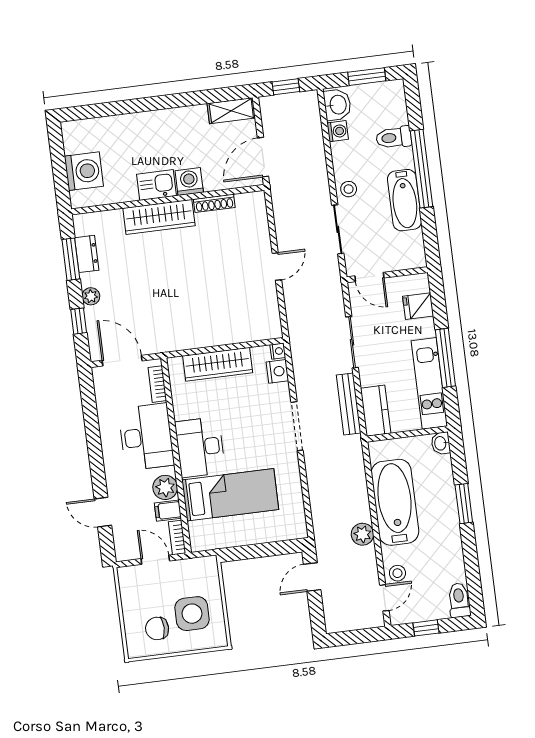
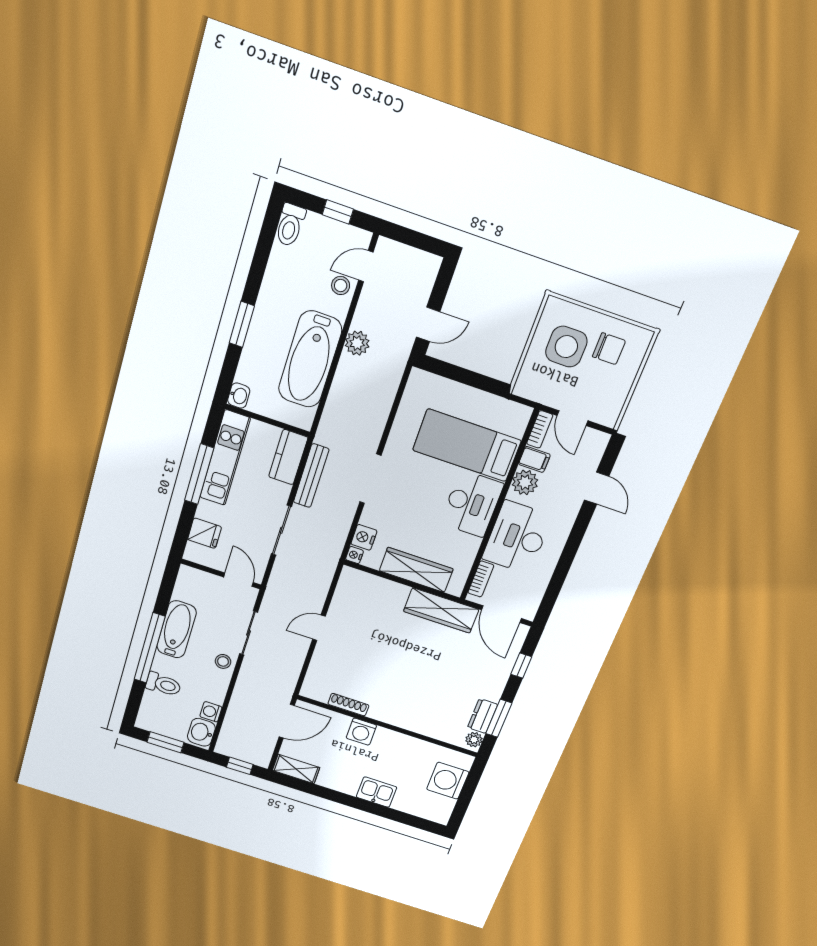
kitchen sink: (157, 185) -> (377, 792), moved, turned 180
wardrobe: (159, 217) -> (441, 610), moved, turned 180
plant: (91, 296) -> (474, 740), moved

